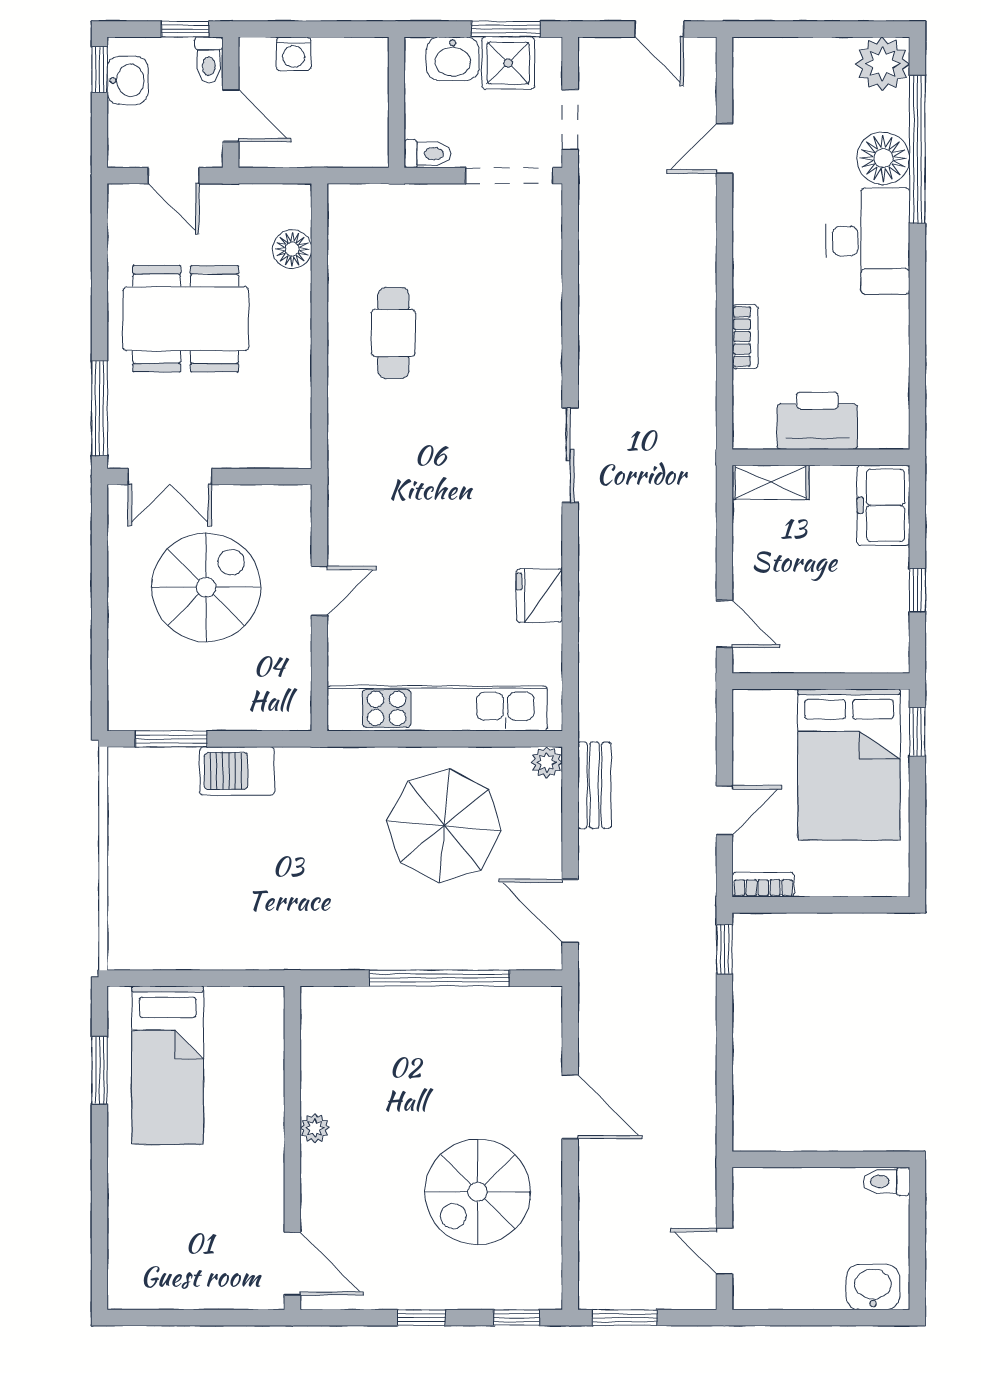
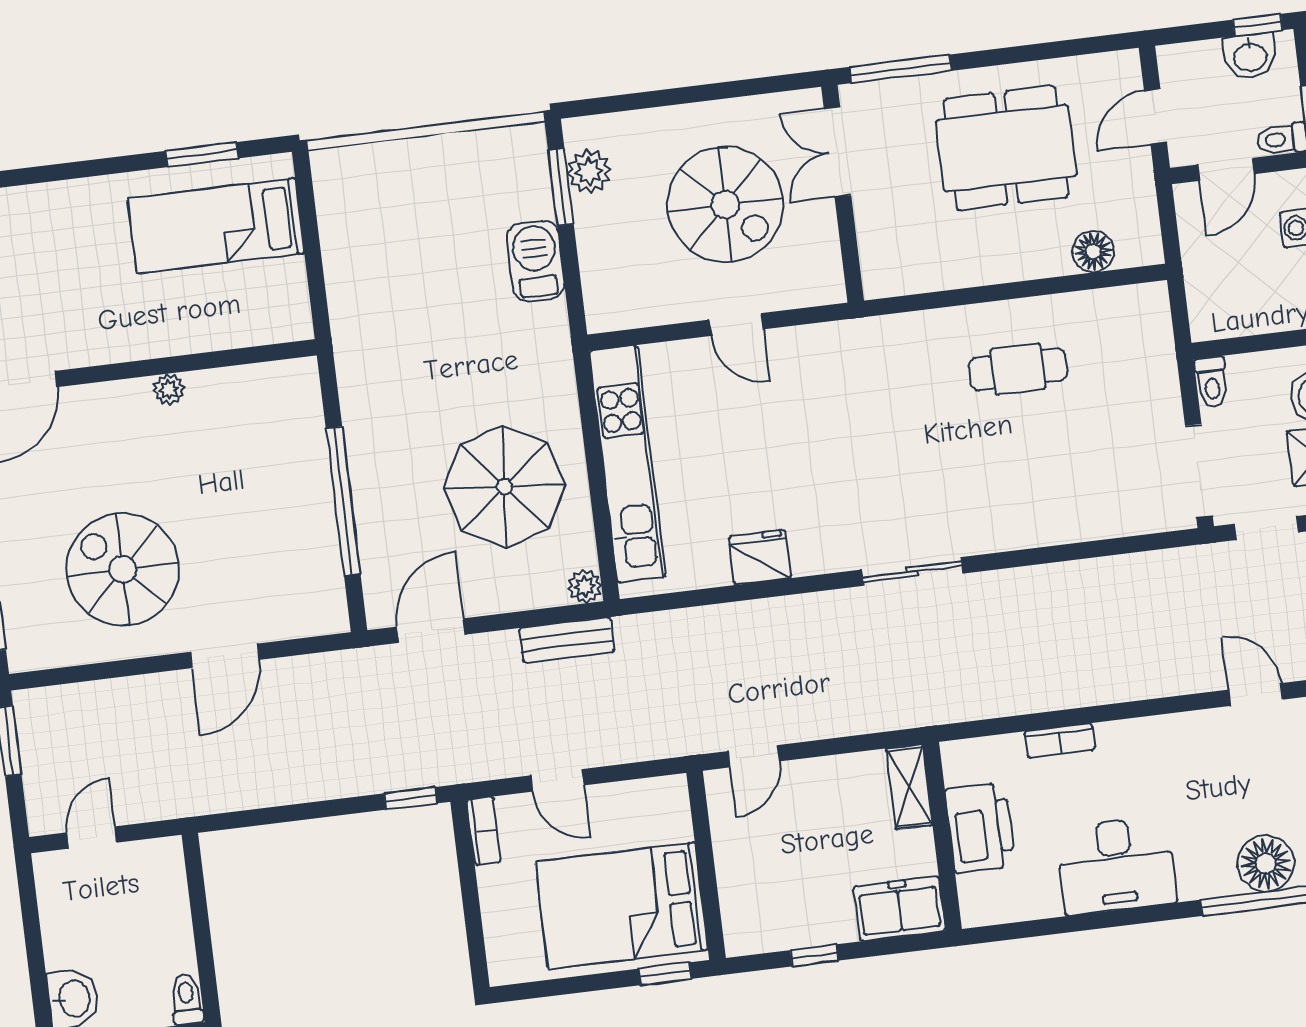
desk: (868, 241) -> (1116, 865), moved
dining table: (186, 319) -> (1006, 148), turned 90
plant: (160, 711) -> (589, 172), added

